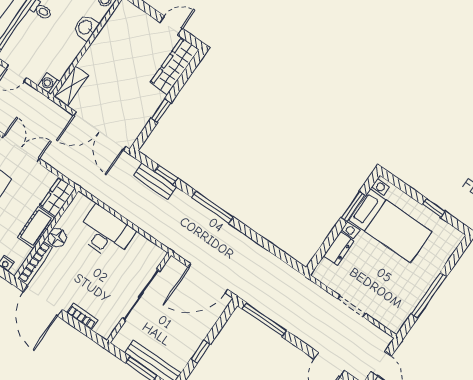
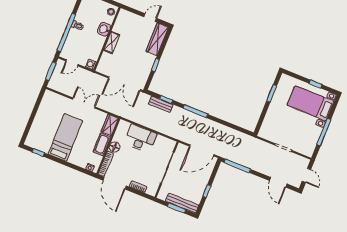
shelving: (71, 86) -> (112, 42), moved
bed with nightstands: (390, 226) -> (311, 103), moved, turned 180
dresser: (339, 249) -> (269, 118), removed

